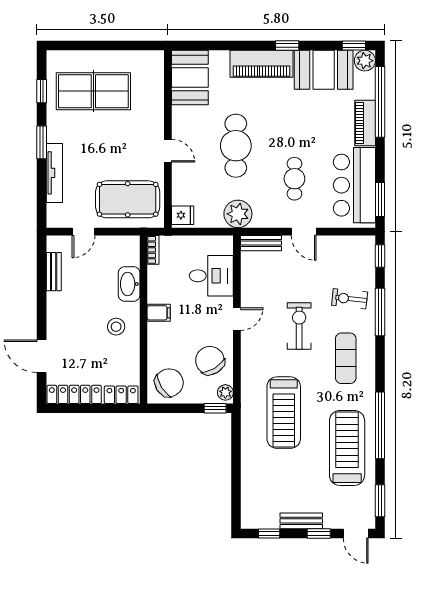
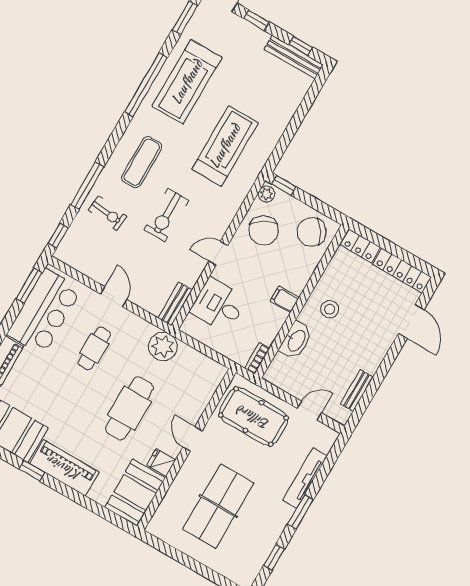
table tennis table: (93, 91) -> (218, 506), moved, turned 90
fridge: (183, 215) -> (161, 463), moved
bench: (261, 243) -> (175, 304), moved, turned 90
bench: (301, 521) -> (294, 57), moved, width x1.36

